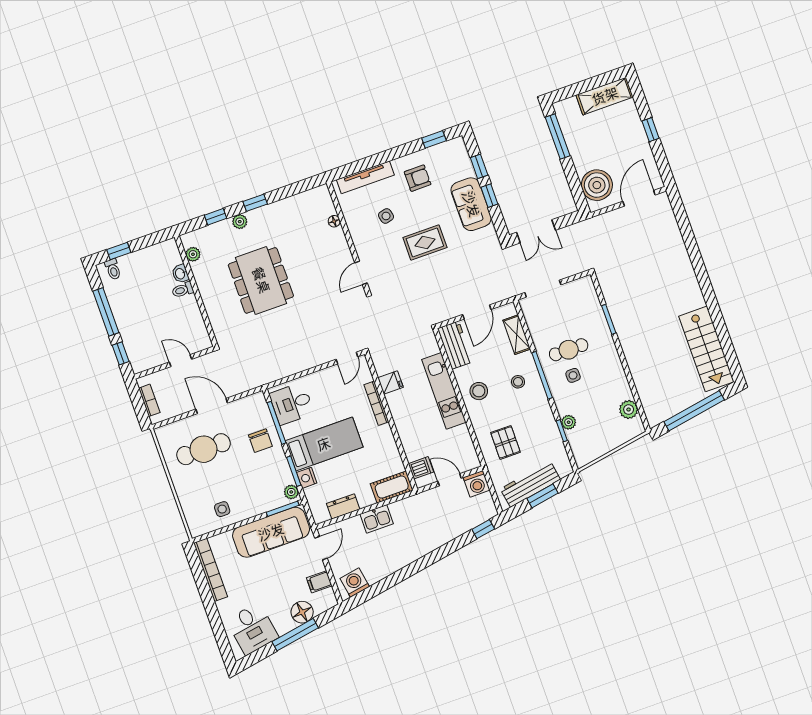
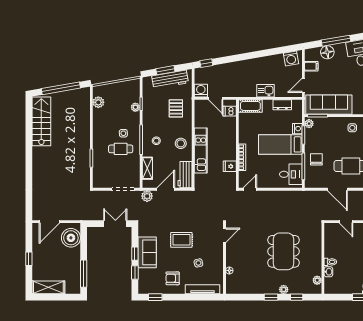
plant: (502, 291) -> (147, 196), added

